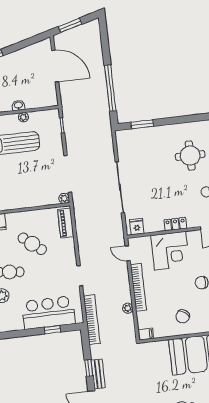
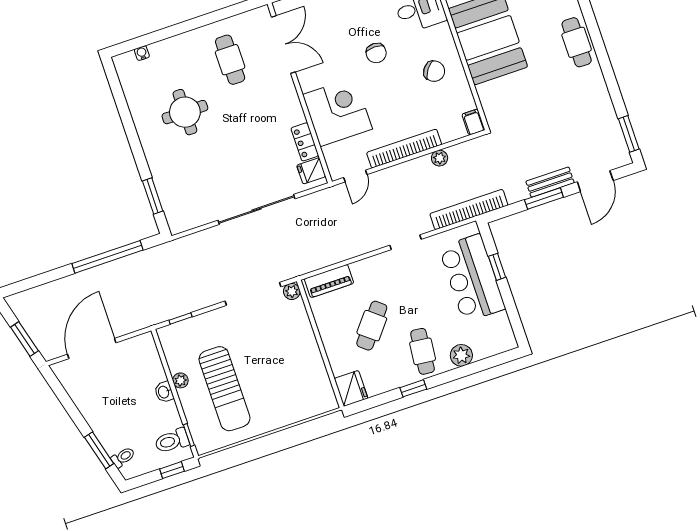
locker: (175, 224) -> (305, 142), moved
window: (89, 368) -> (544, 198), width x1.50

